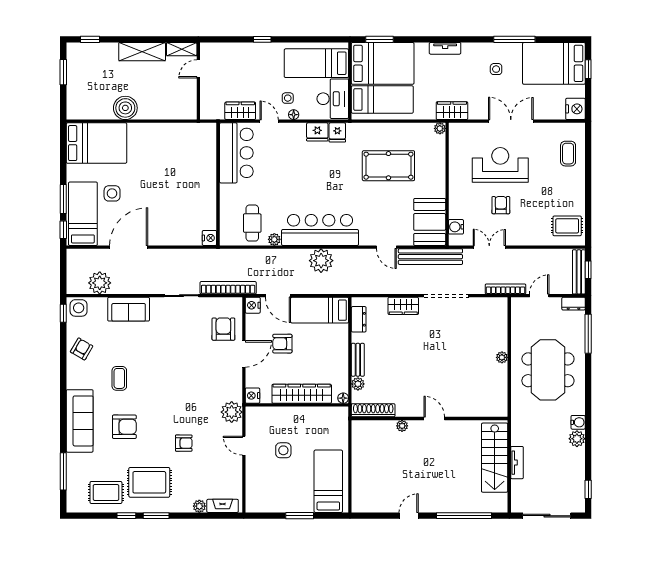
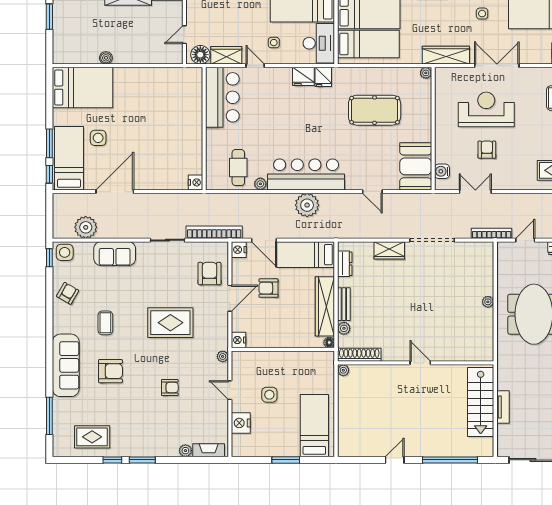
door: (198, 69) -> (184, 35), moved
boiler: (125, 108) -> (106, 58), width x0.54, depth x0.54
wardrobe: (452, 111) -> (446, 55), width x1.50
floor lamp: (294, 115) -> (200, 55), moved, width x1.89, depth x1.89
bench: (430, 257) -> (416, 201), removed
wardrobe: (302, 394) -> (325, 306), moved, turned -90
plant: (232, 412) -> (223, 356), width x0.53, depth x0.53
plant: (402, 426) -> (343, 370), moved
nightstand: (255, 479) -> (241, 423), added
rug: (149, 482) -> (170, 323), moved

